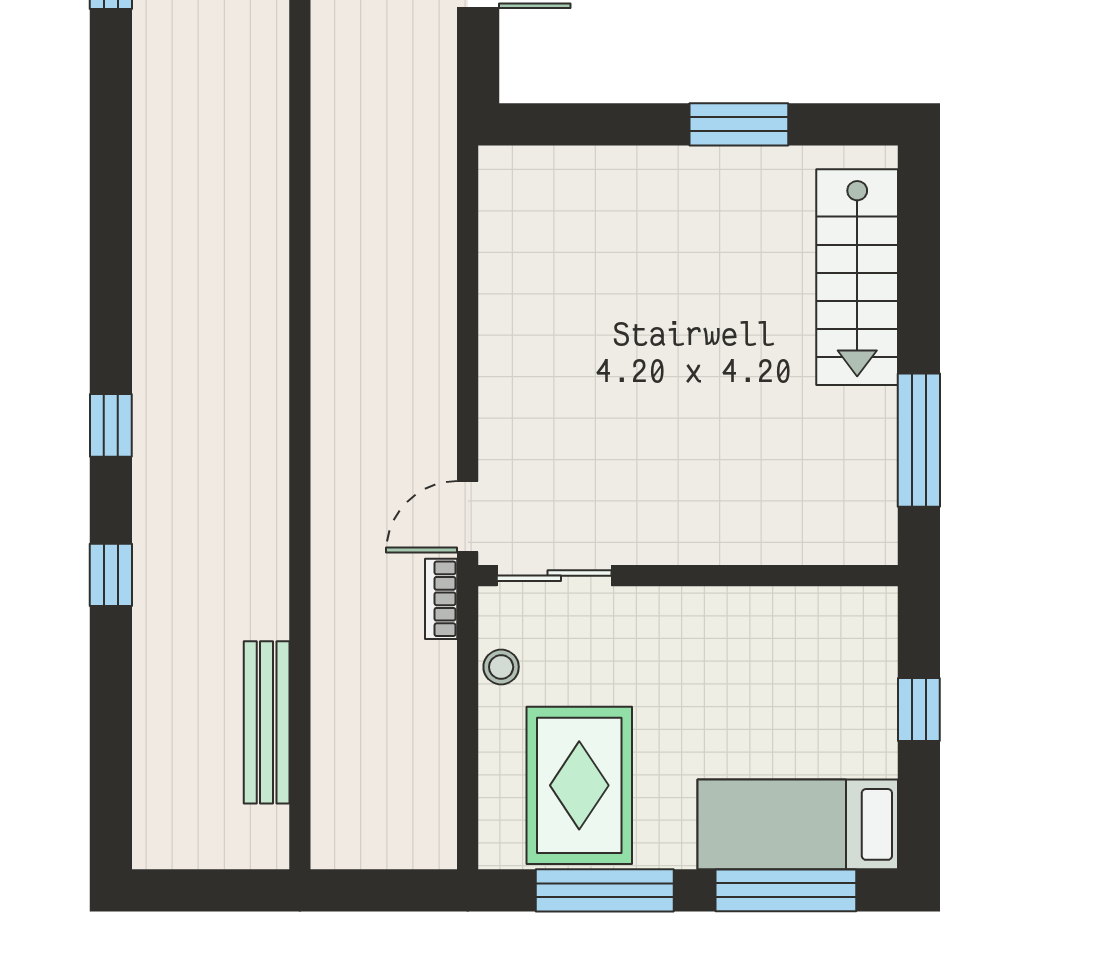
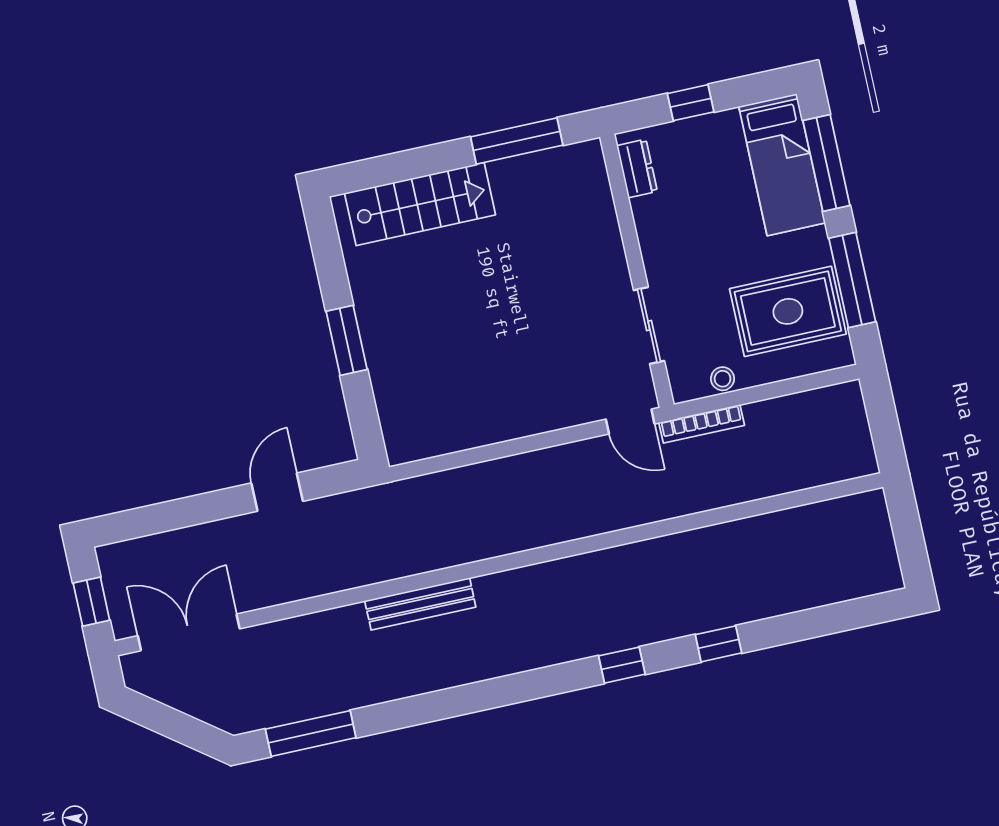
window: (739, 124) -> (347, 340), moved
sliding door: (554, 576) -> (649, 326), moved
bookcase: (441, 599) -> (702, 424), width x1.56
dresser: (839, 609) -> (637, 168), added
bench: (267, 722) -> (420, 604), moved

